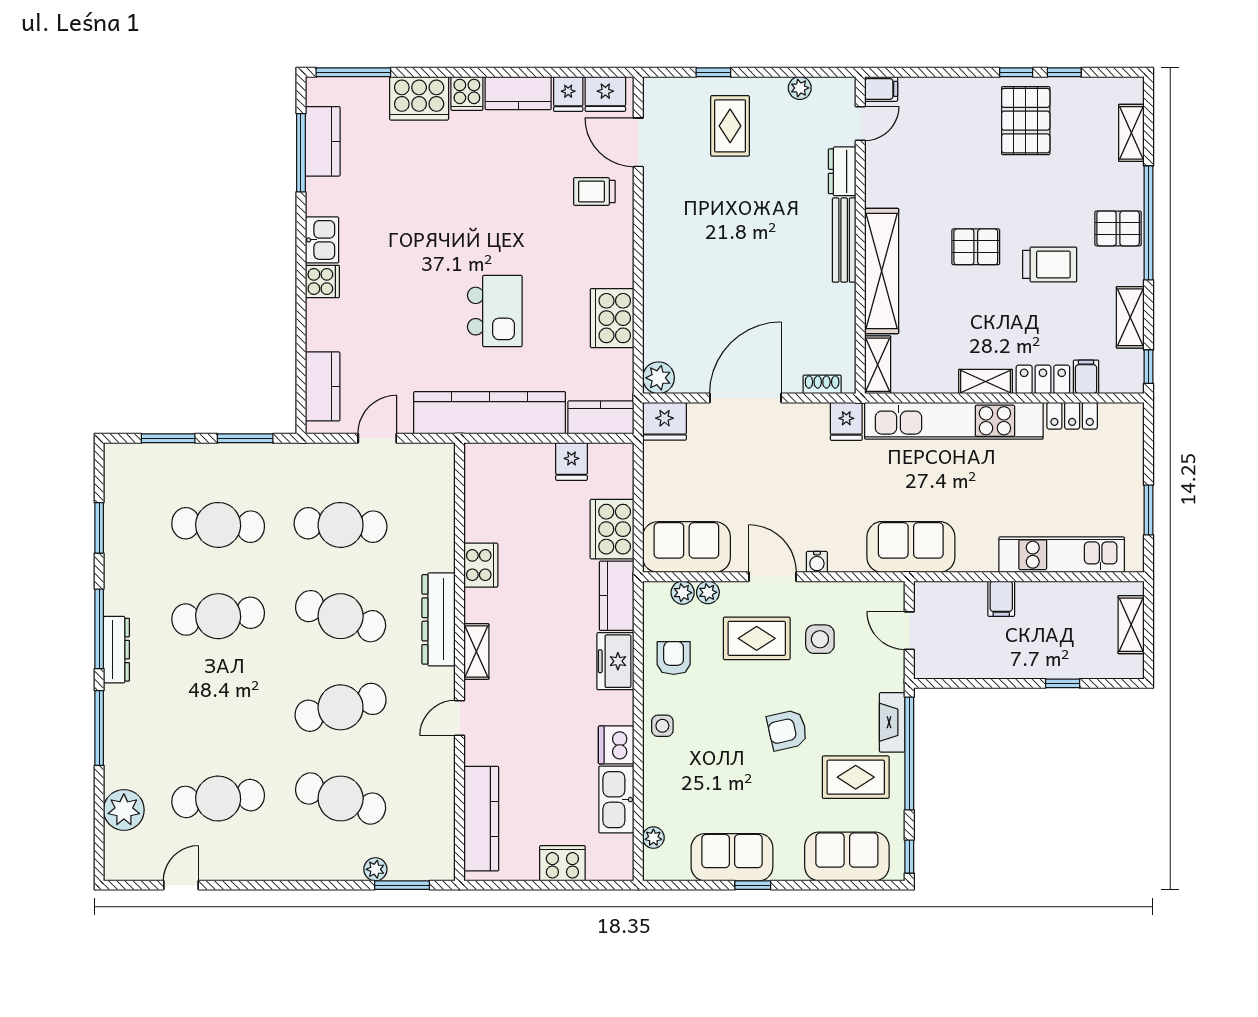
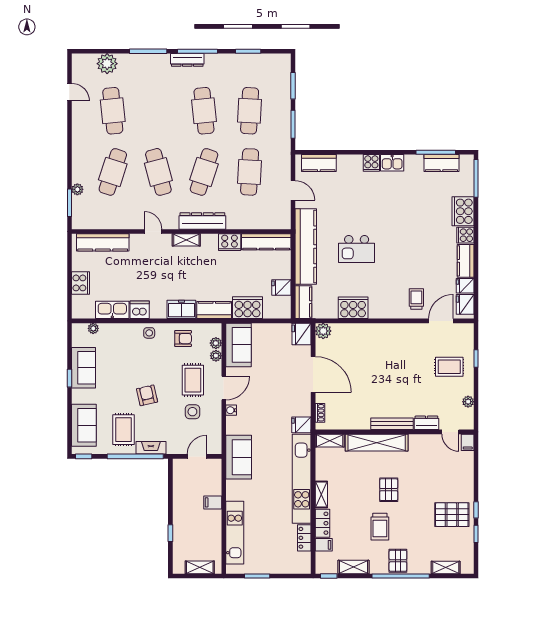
kitchen counter: (480, 492) -> (266, 242), added

